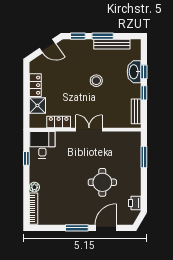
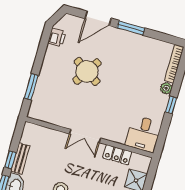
bench: (136, 111) -> (20, 158), moved
window: (26, 158) -> (171, 105), moved
round table: (102, 182) -> (87, 71), turned 33

